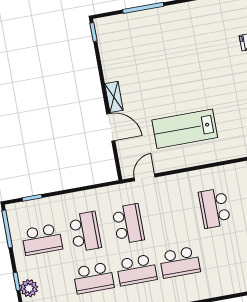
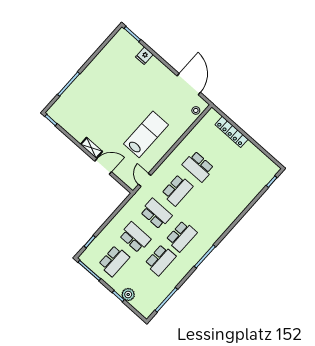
lab bench: (185, 129) -> (146, 134), turned 180
school desk: (180, 262) -> (177, 190), moved

